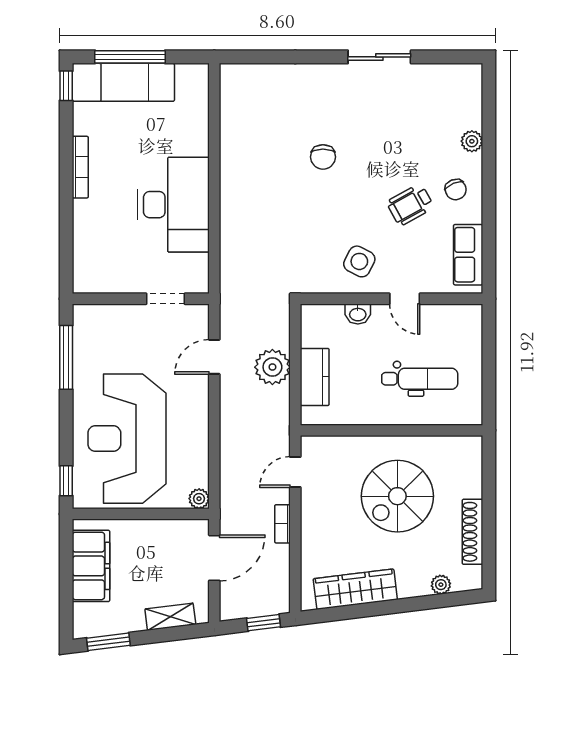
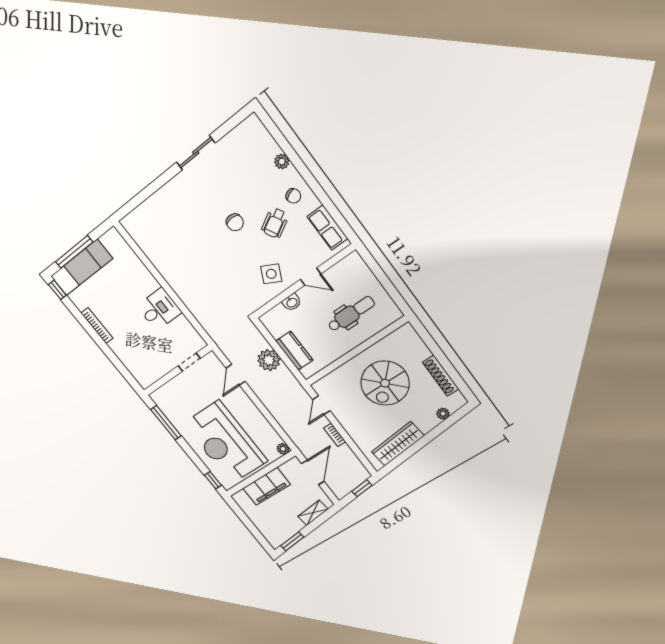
chair: (323, 157) -> (235, 222), moved
desk: (174, 205) -> (159, 309), width x0.53, depth x0.77
filing cabinet: (91, 566) -> (266, 486), moved, turned 90

